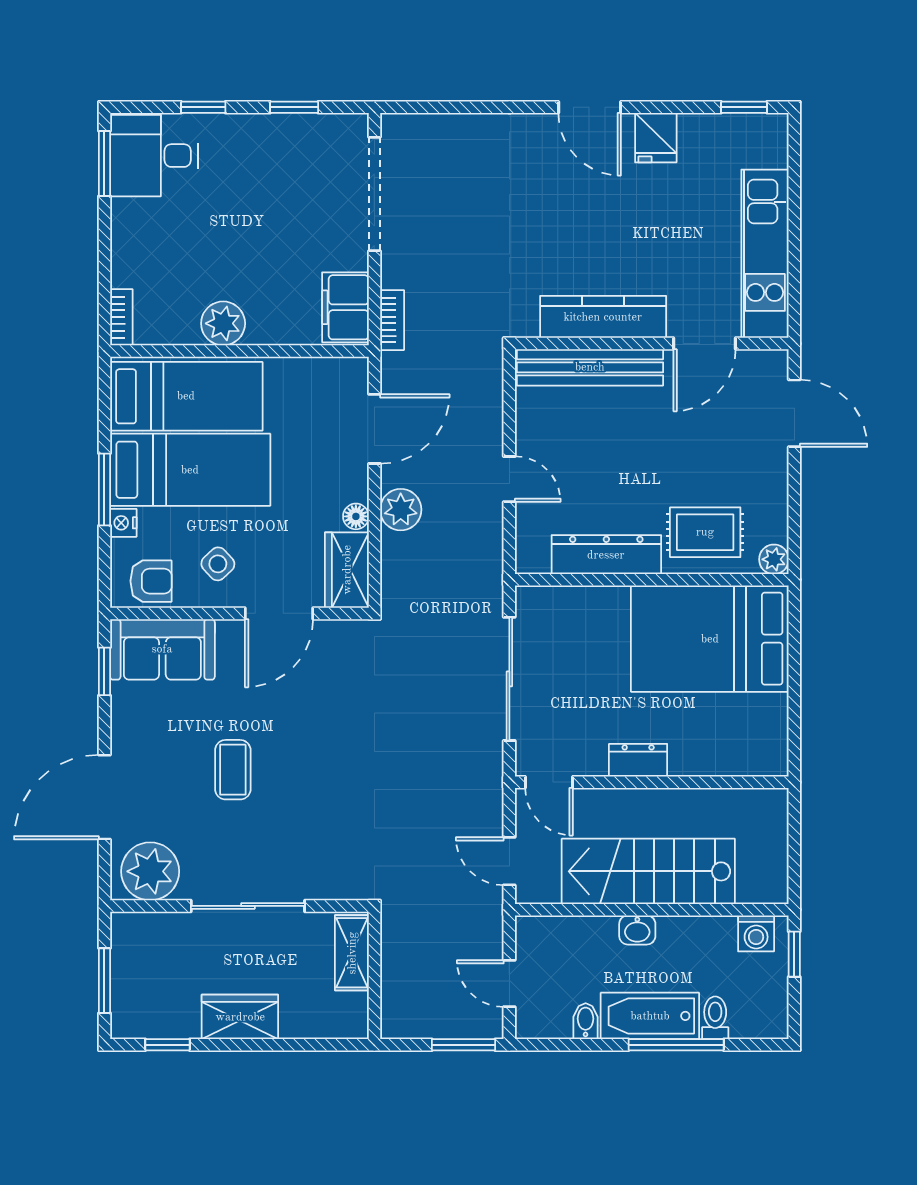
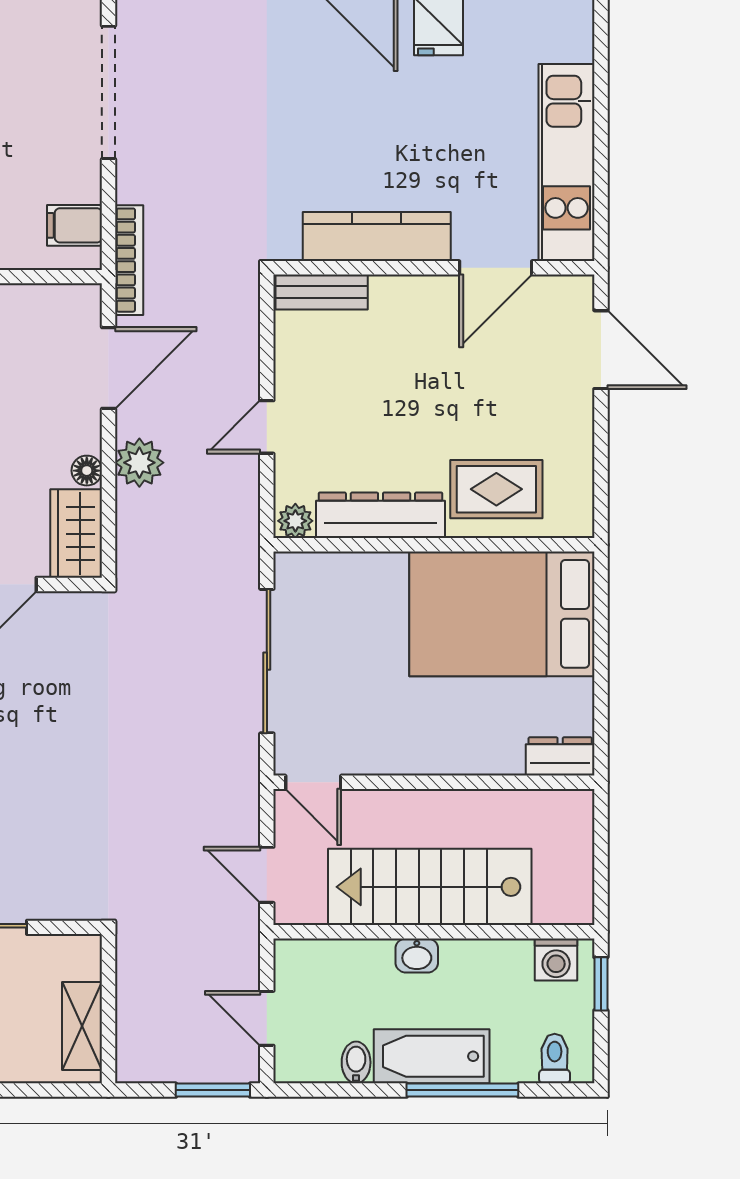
filing cabinet: (345, 307) -> (75, 225), width x0.50
bookcase: (392, 320) -> (129, 260), width x1.56
bench: (590, 367) -> (322, 292), width x0.54, depth x0.82
door: (509, 479) -> (267, 427), swing flipped
plant: (774, 559) -> (295, 521), moved
dresser: (638, 760) -> (560, 756), moved
shelving: (352, 953) -> (82, 1026), moved
toilet: (715, 1018) -> (555, 1059), moved

